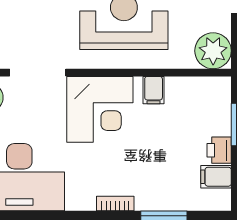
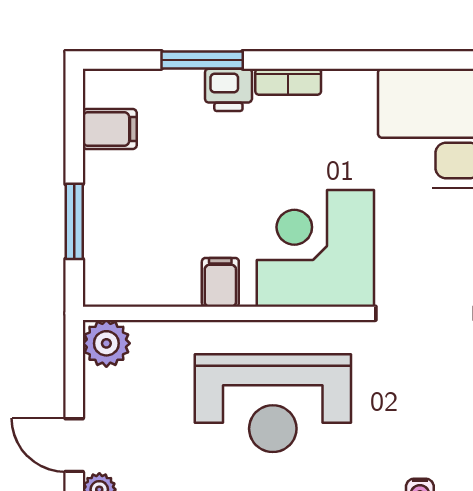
plant: (213, 51) -> (106, 343), width x0.73, depth x0.73
printer: (219, 150) -> (228, 90), moved, turned 90

